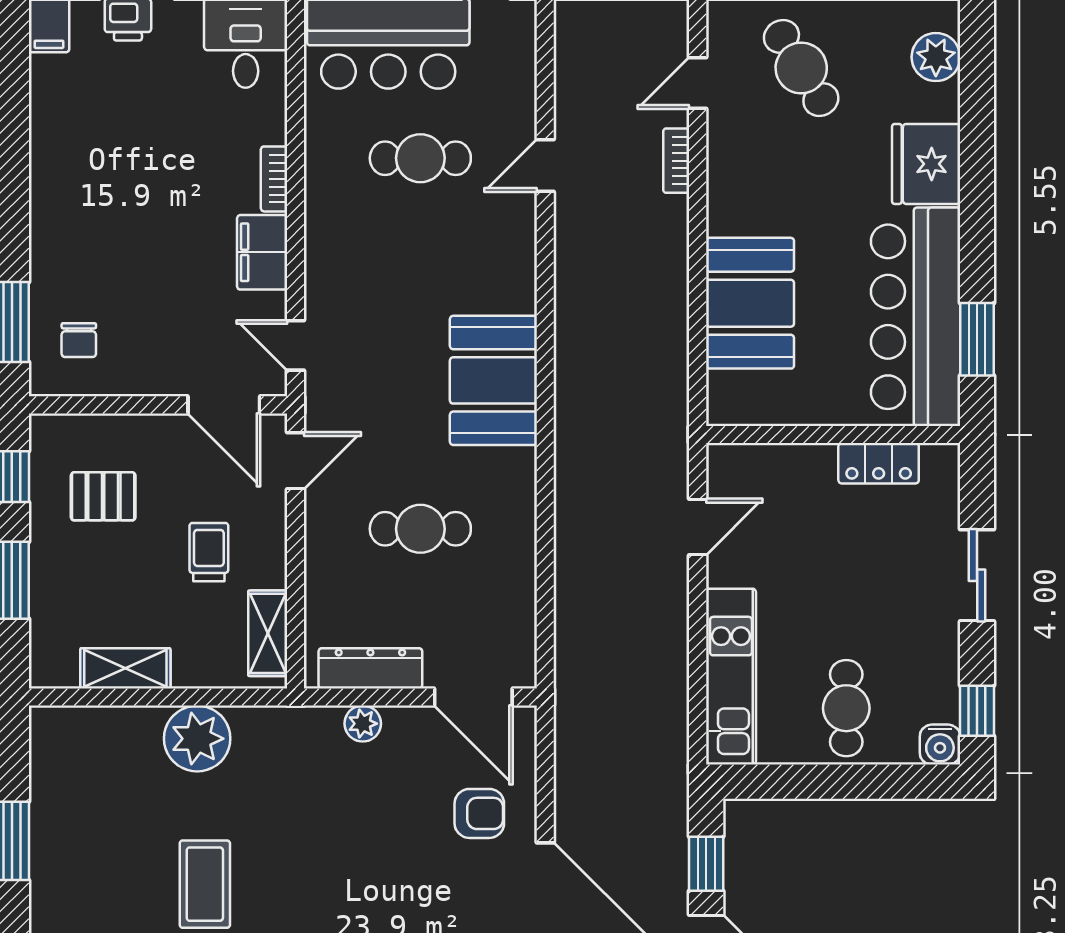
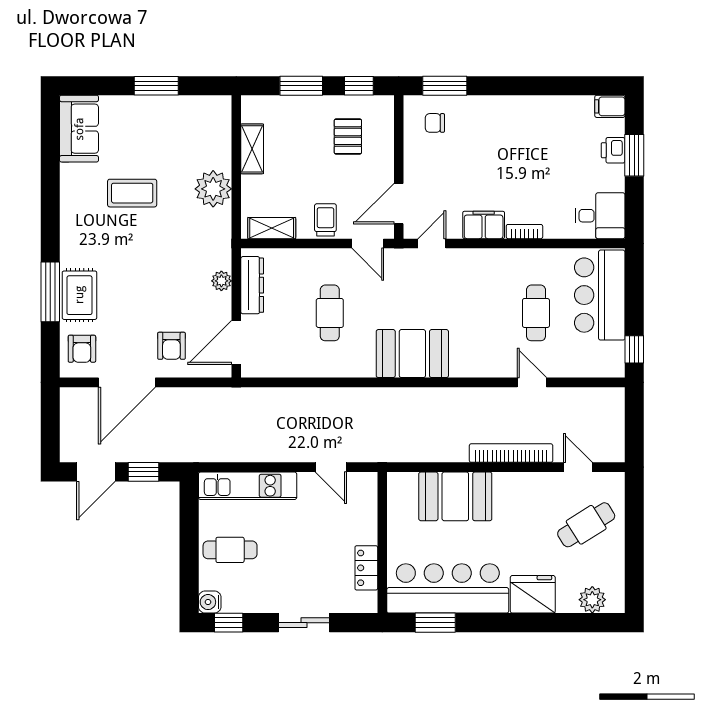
bookcase: (676, 161) -> (511, 453), width x2.31, depth x1.31
trolley: (209, 552) -> (325, 220), moved, turned -90

